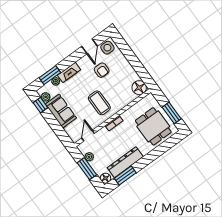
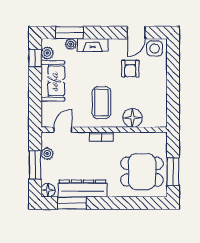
floor lamp: (139, 88) -> (132, 118), moved
dining table: (153, 126) -> (142, 172), turned 90

